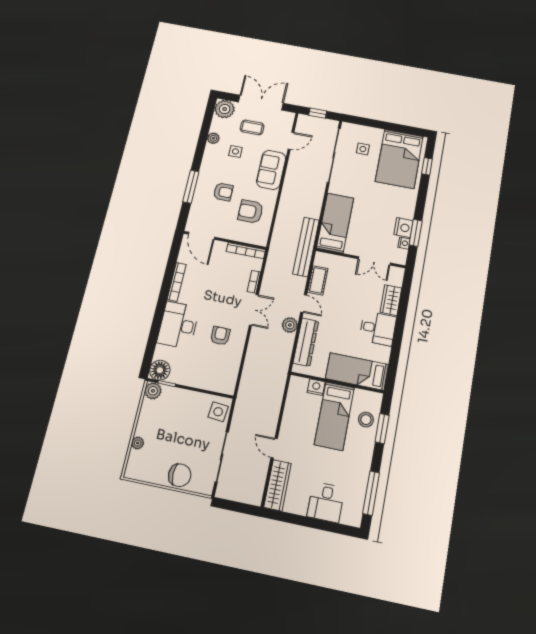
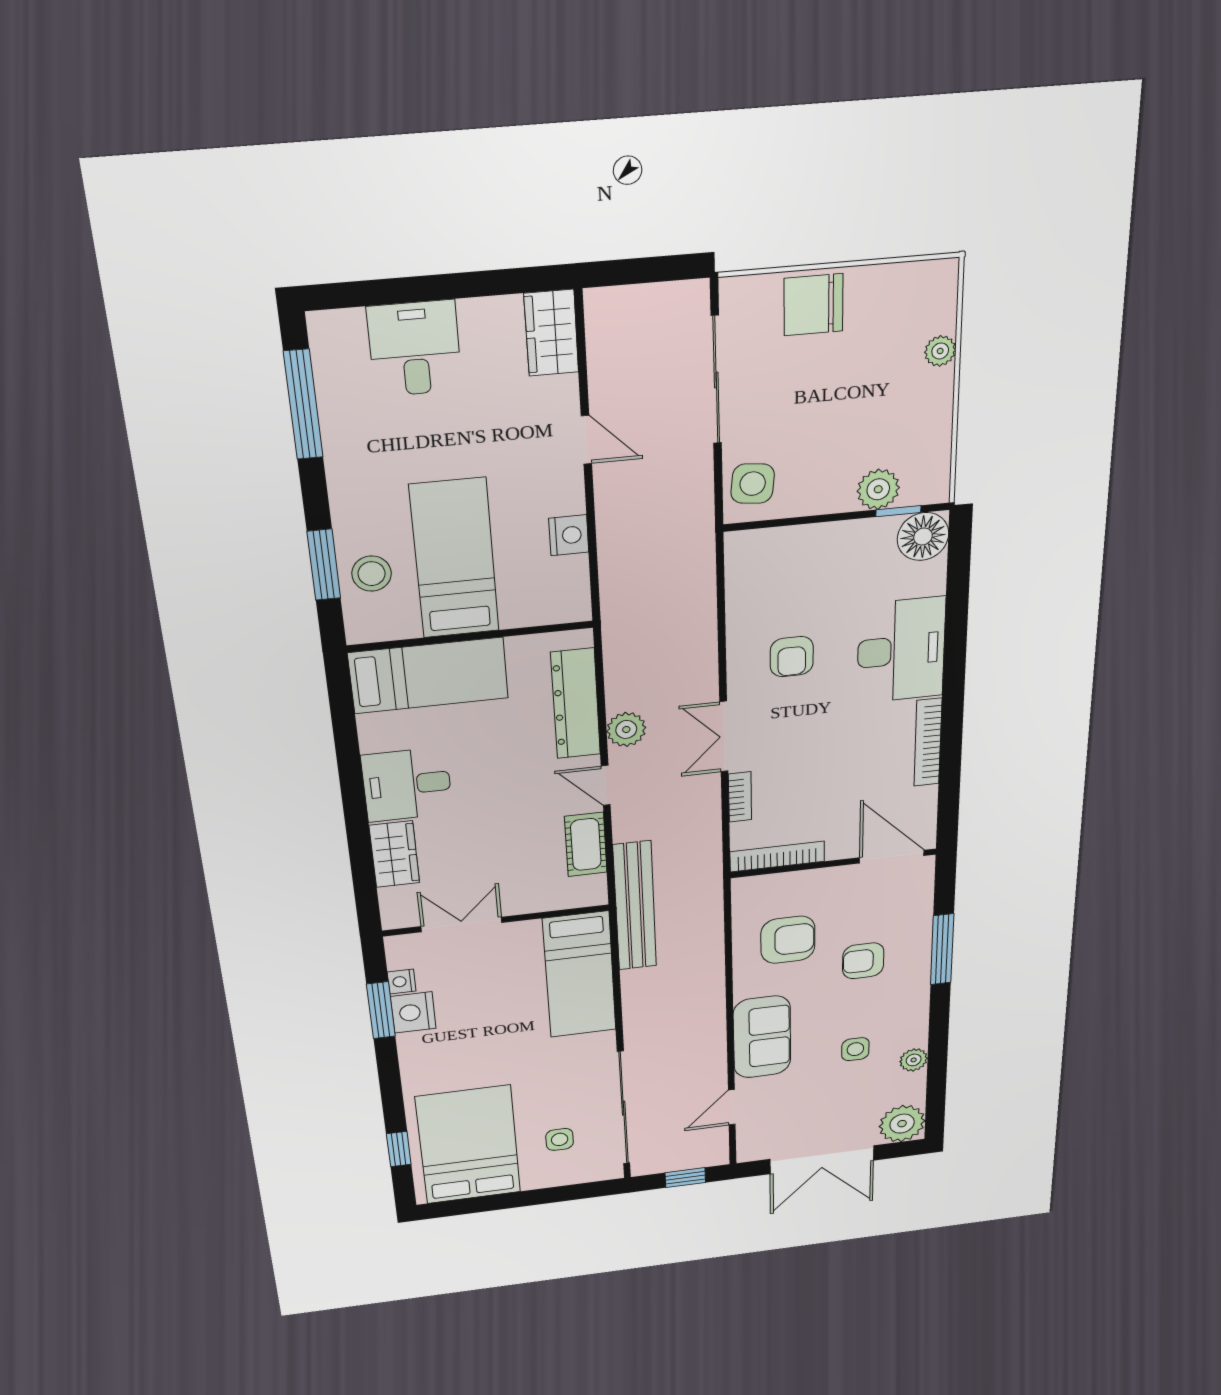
coffee table: (252, 127) -> (829, 1107), removed
nightstand: (316, 387) -> (569, 535), moved, turned -90
plant: (153, 391) -> (878, 489), moved
wardrobe: (278, 485) -> (551, 333), width x0.67

